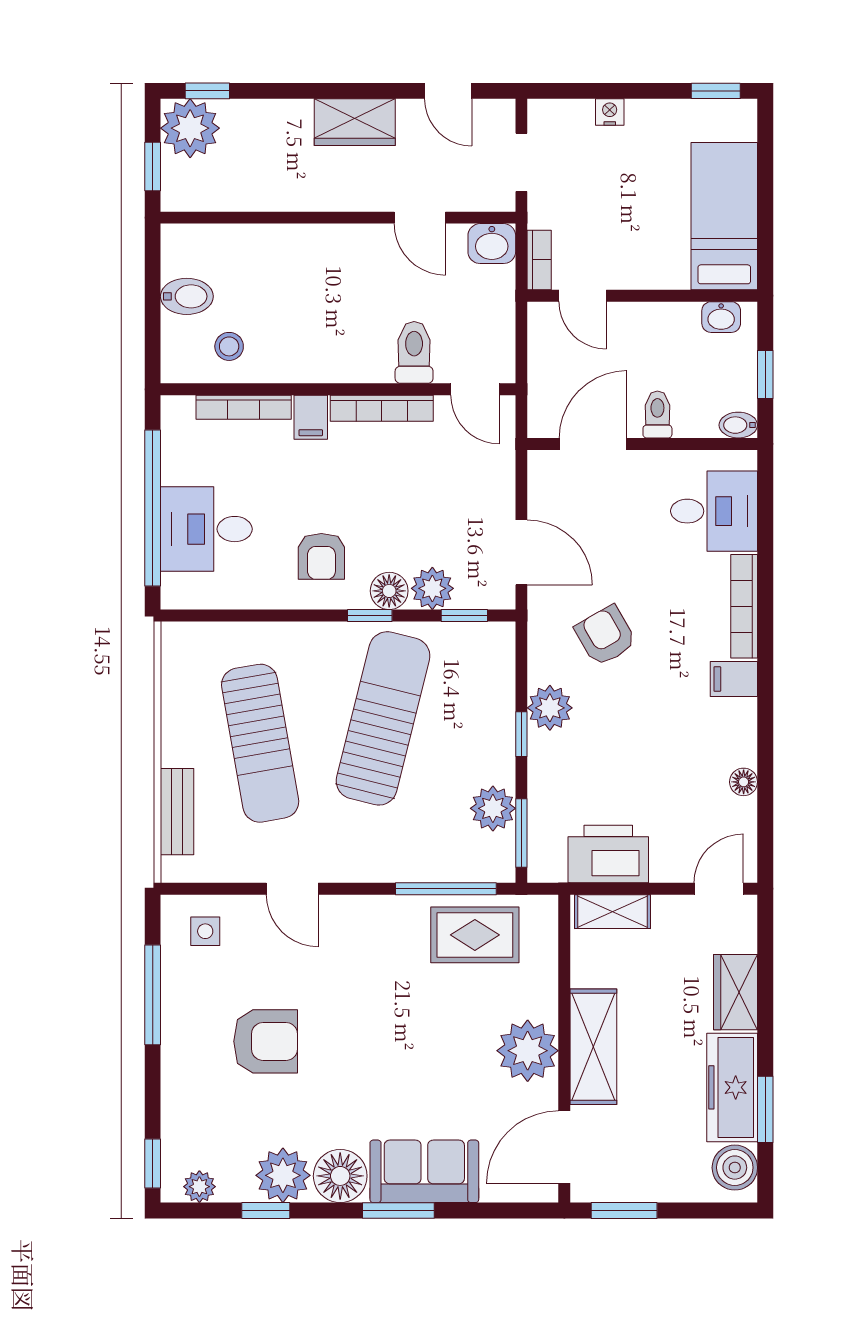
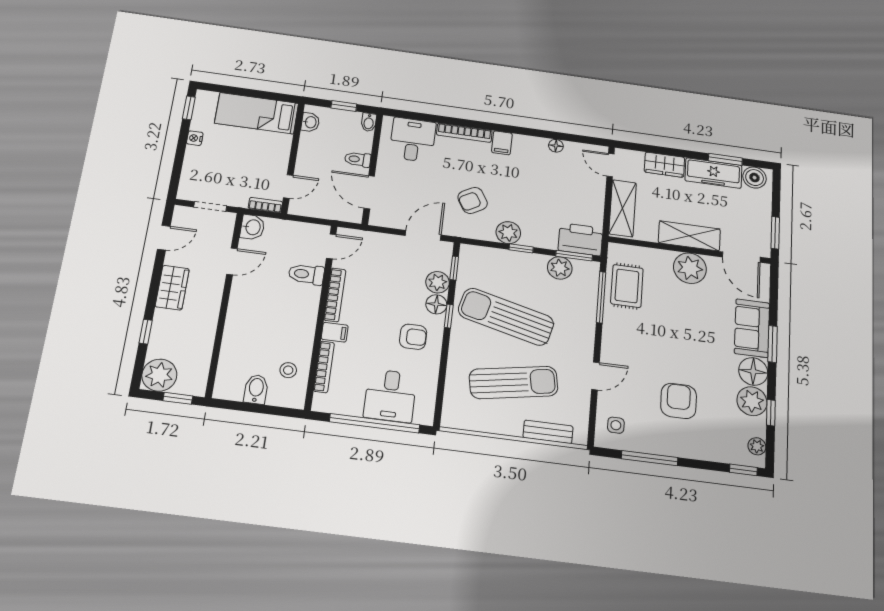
window: (207, 91) -> (146, 332), moved
nightstand: (610, 112) -> (195, 138), moved
printer: (608, 854) -> (581, 239), moved, turned 90
shelving: (613, 912) -> (623, 208), width x1.50, depth x1.33

